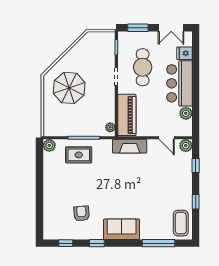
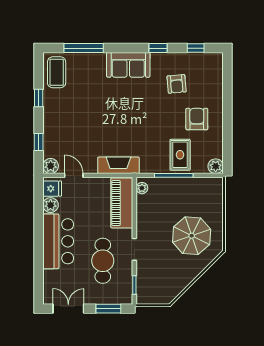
fridge: (184, 53) -> (52, 189), moved
rug: (79, 155) -> (180, 155), turned 90
armchair: (65, 184) -> (197, 119), added

